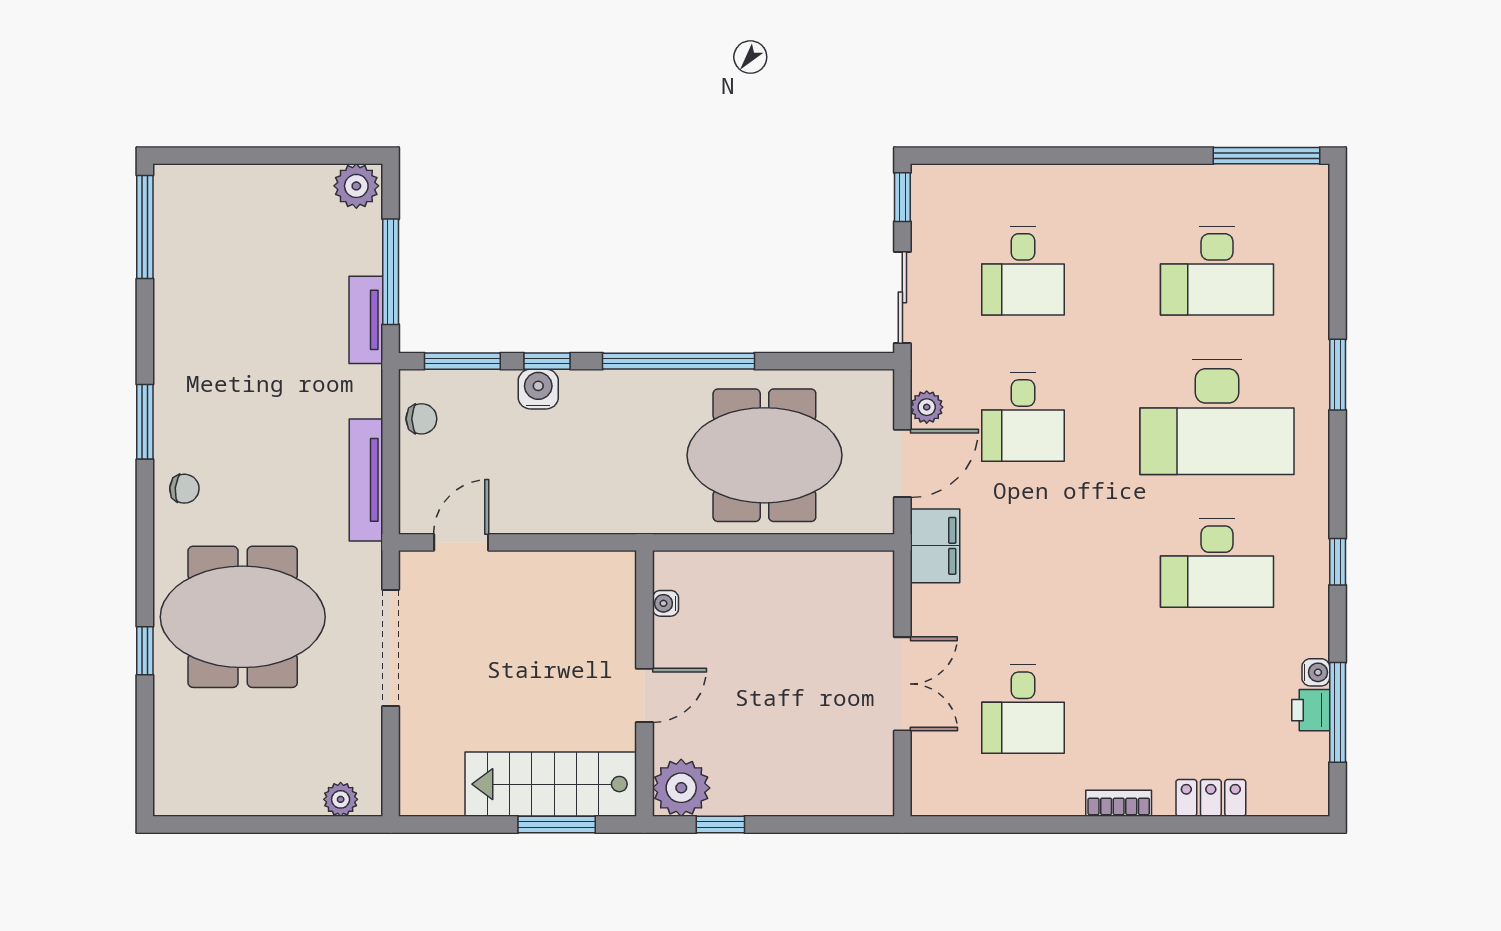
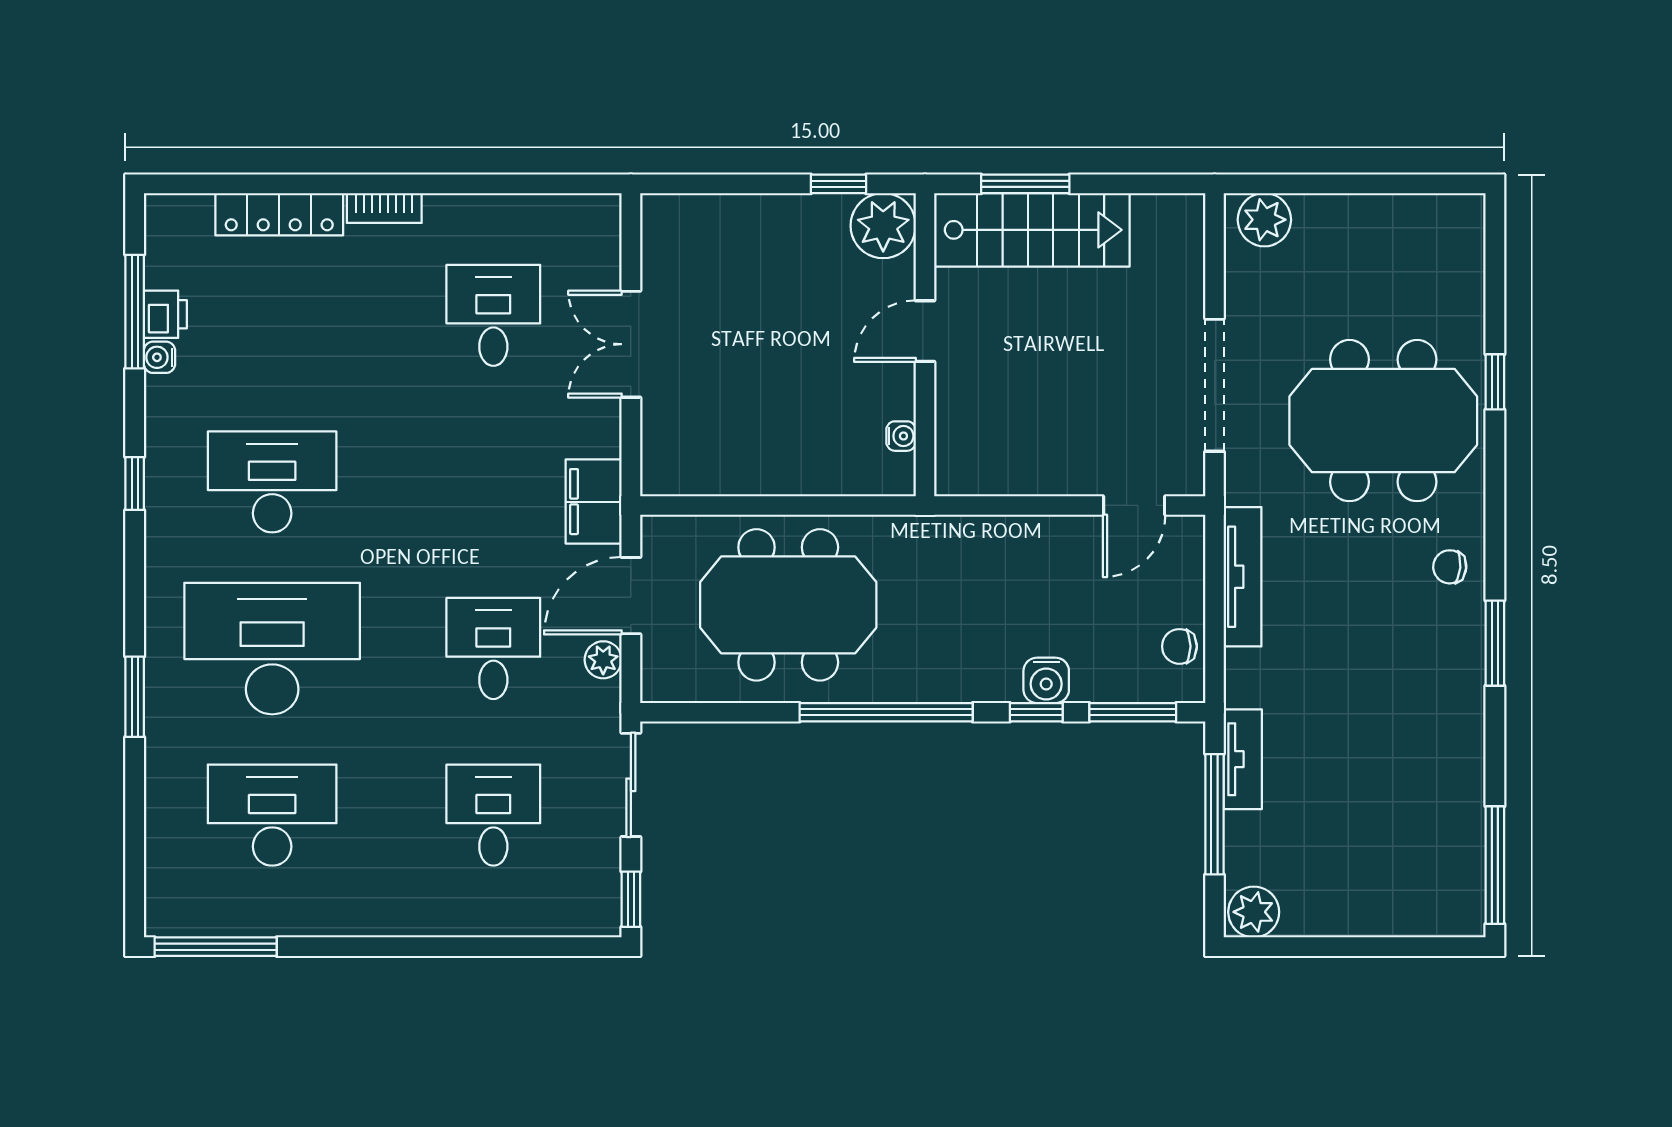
locker: (1211, 798) -> (279, 214), width x1.53
plant: (341, 799) -> (1264, 220), width x1.38, depth x1.38

